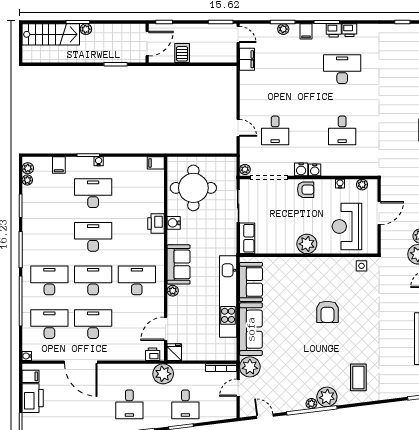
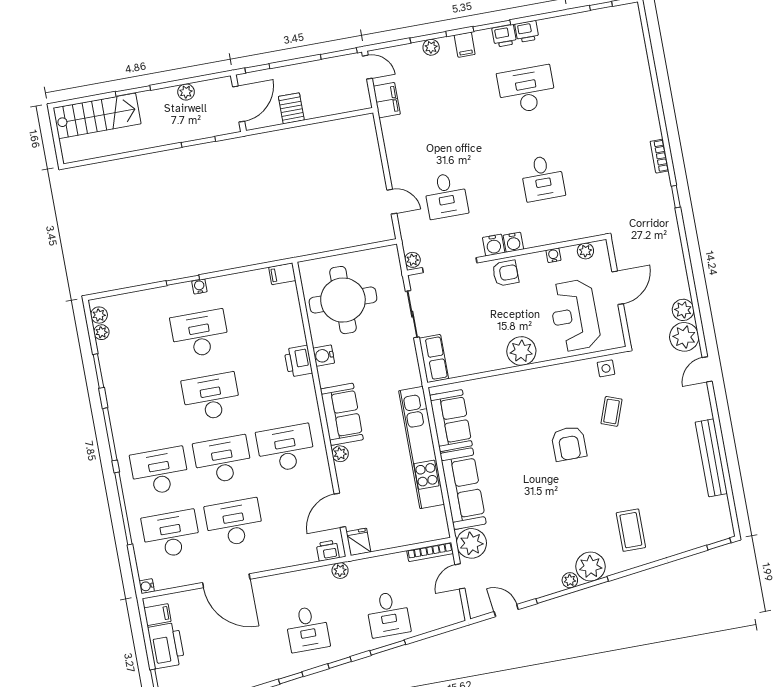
plant: (86, 29) -> (186, 92), moved
filing cabinet: (59, 165) -> (143, 302), removed
coffee table: (360, 295) -> (612, 411), added
plant: (163, 374) -> (340, 571), width x0.53, depth x0.53

